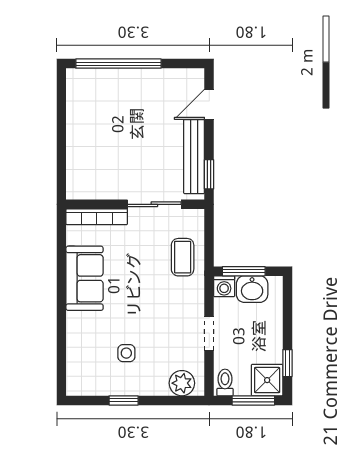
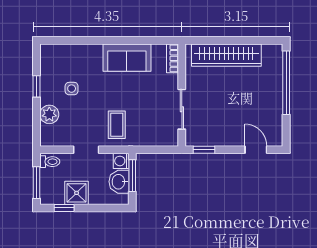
wardrobe: (81, 144) -> (226, 55), added
bench: (194, 157) -> (217, 139), removed
bookcase: (97, 217) -> (173, 58), width x0.64
coffee table: (183, 257) -> (117, 125), moved, turned 90
shower: (267, 380) -> (77, 193), moved
plant: (182, 383) -> (49, 114), moved

